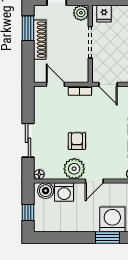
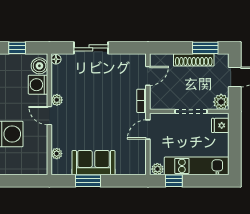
armchair: (77, 141) -> (90, 98), removed
plant: (74, 169) -> (57, 100), width x0.53, depth x0.53

